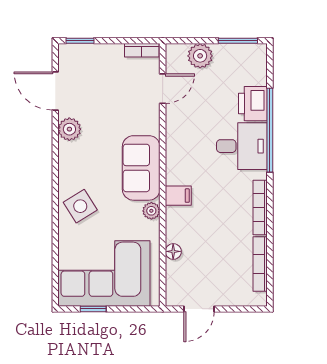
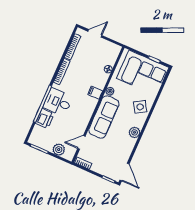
door: (55, 91) -> (124, 172), moved
plant: (69, 129) -> (135, 132), moved
sofa: (141, 168) -> (104, 117), width x1.36
door: (199, 309) -> (95, 33), moved

